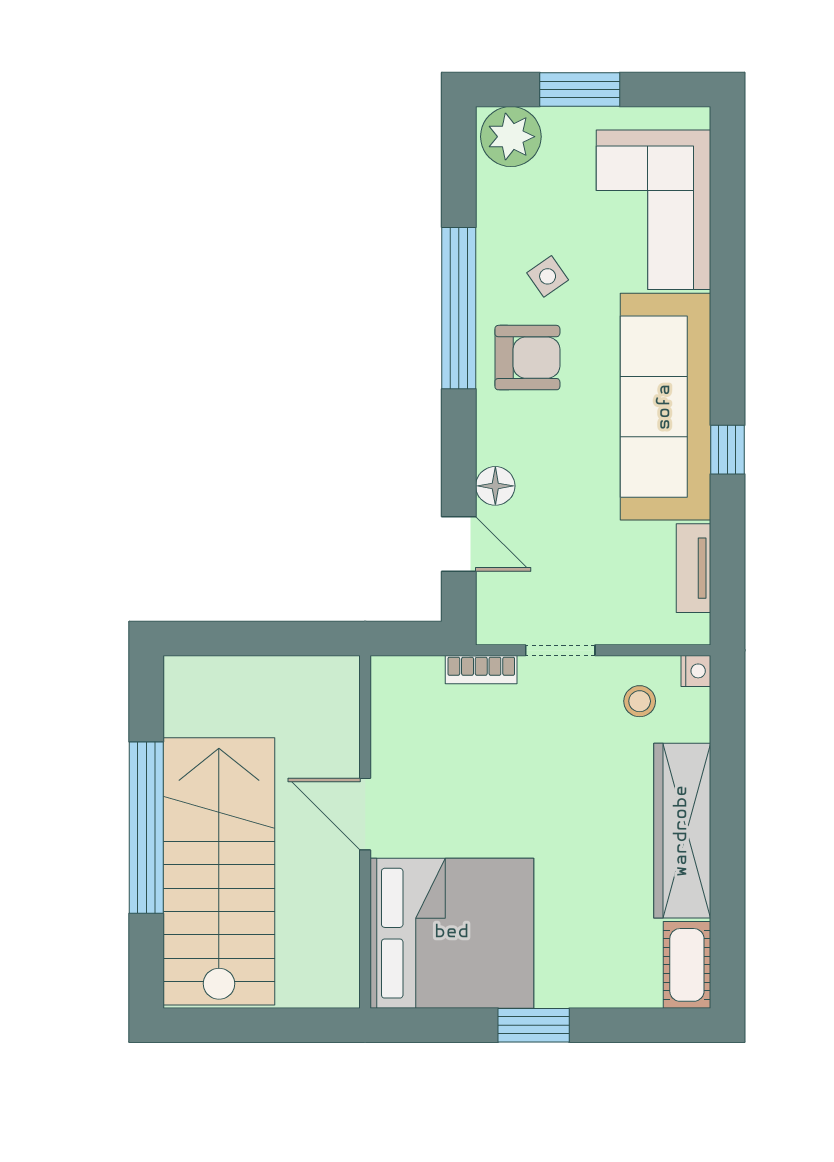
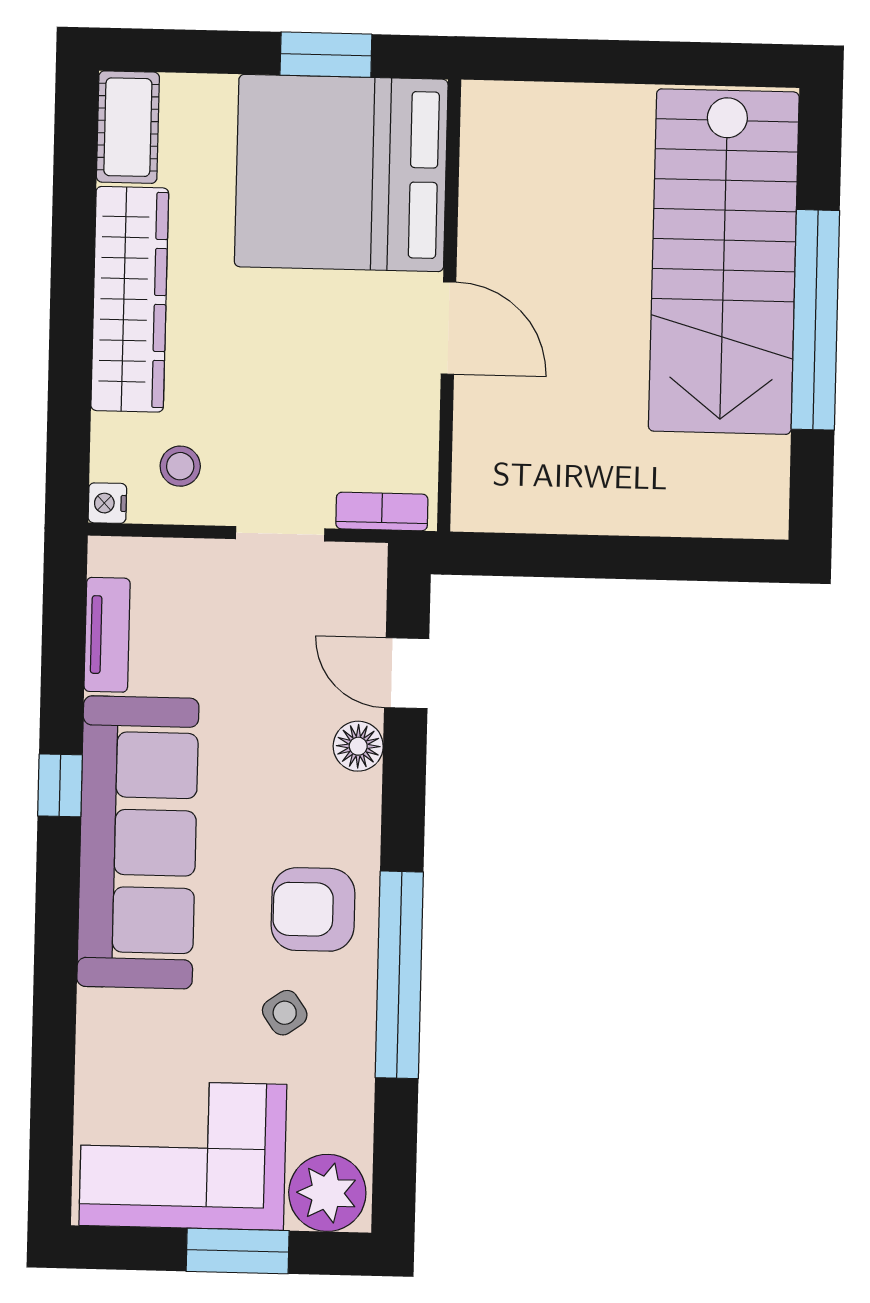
corner sofa: (654, 210) -> (183, 1155), moved, turned -90
door: (365, 814) -> (449, 328), moved
wall: (365, 832) -> (449, 305), moved
bed: (452, 933) -> (341, 173), moved

